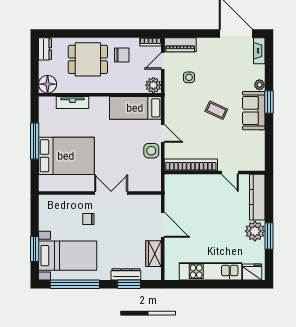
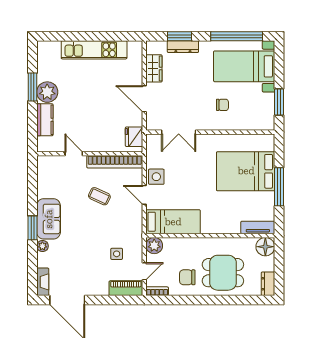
tv unit: (73, 102) -> (258, 227), moved
coffee table: (216, 110) -> (99, 196), moved
double door: (111, 193) -> (179, 132), moved
kitchen counter: (257, 197) -> (45, 120), width x0.67
window: (35, 249) -> (279, 102), moved
fridge: (252, 272) -> (134, 137), moved, turned 90

